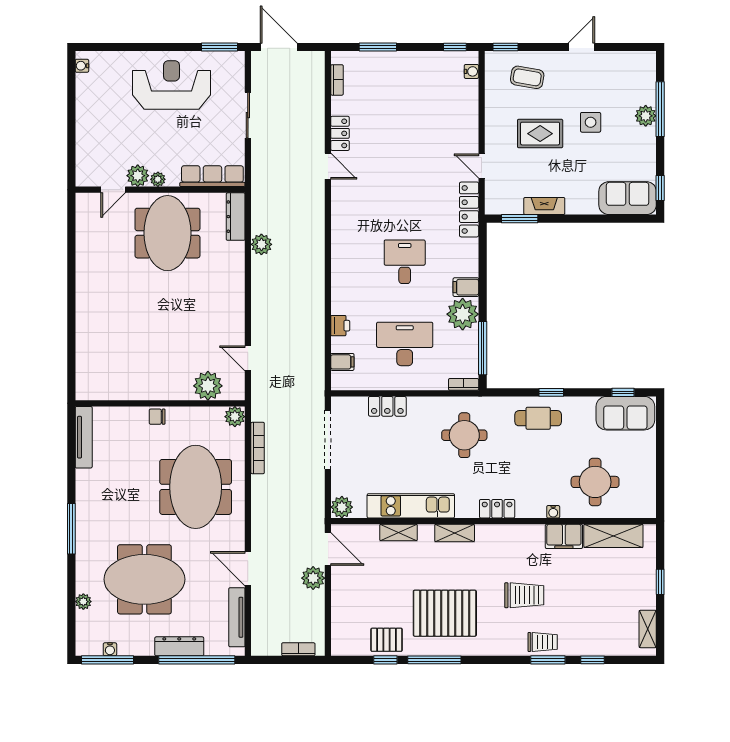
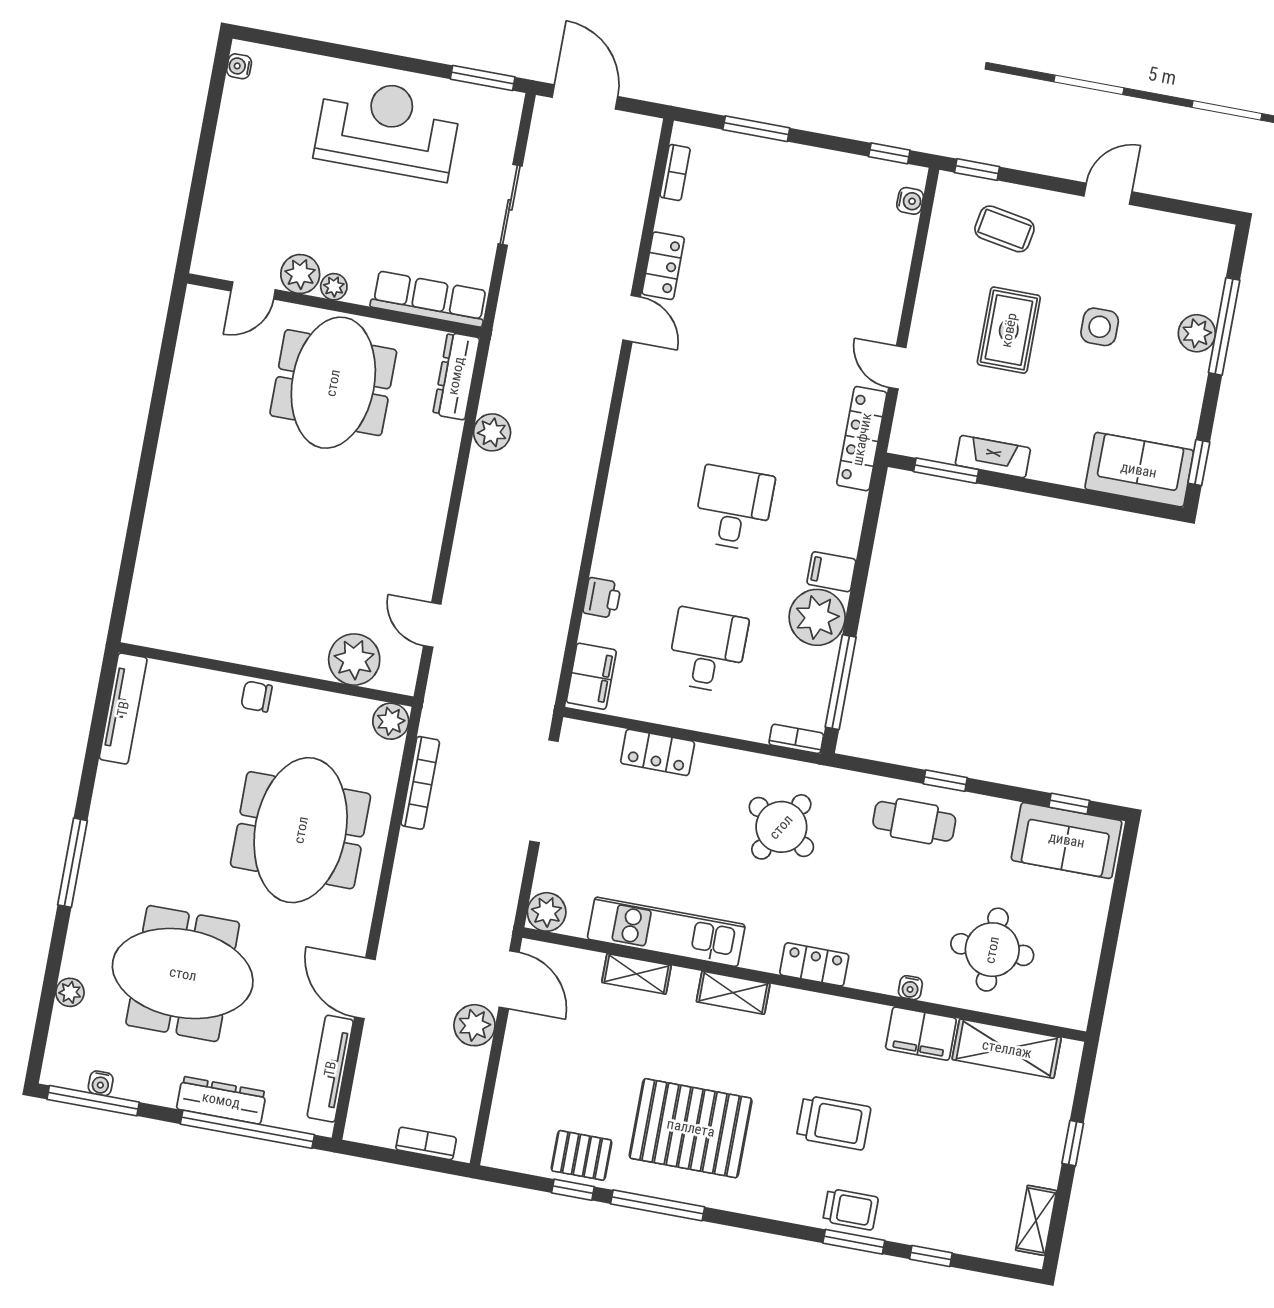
rug: (540, 134) -> (1009, 330), turned 90
desk: (405, 344) -> (707, 650), width x0.73
filing cabinet: (342, 362) -> (591, 676), width x2.00
round table: (464, 435) -> (781, 827), turned 31

